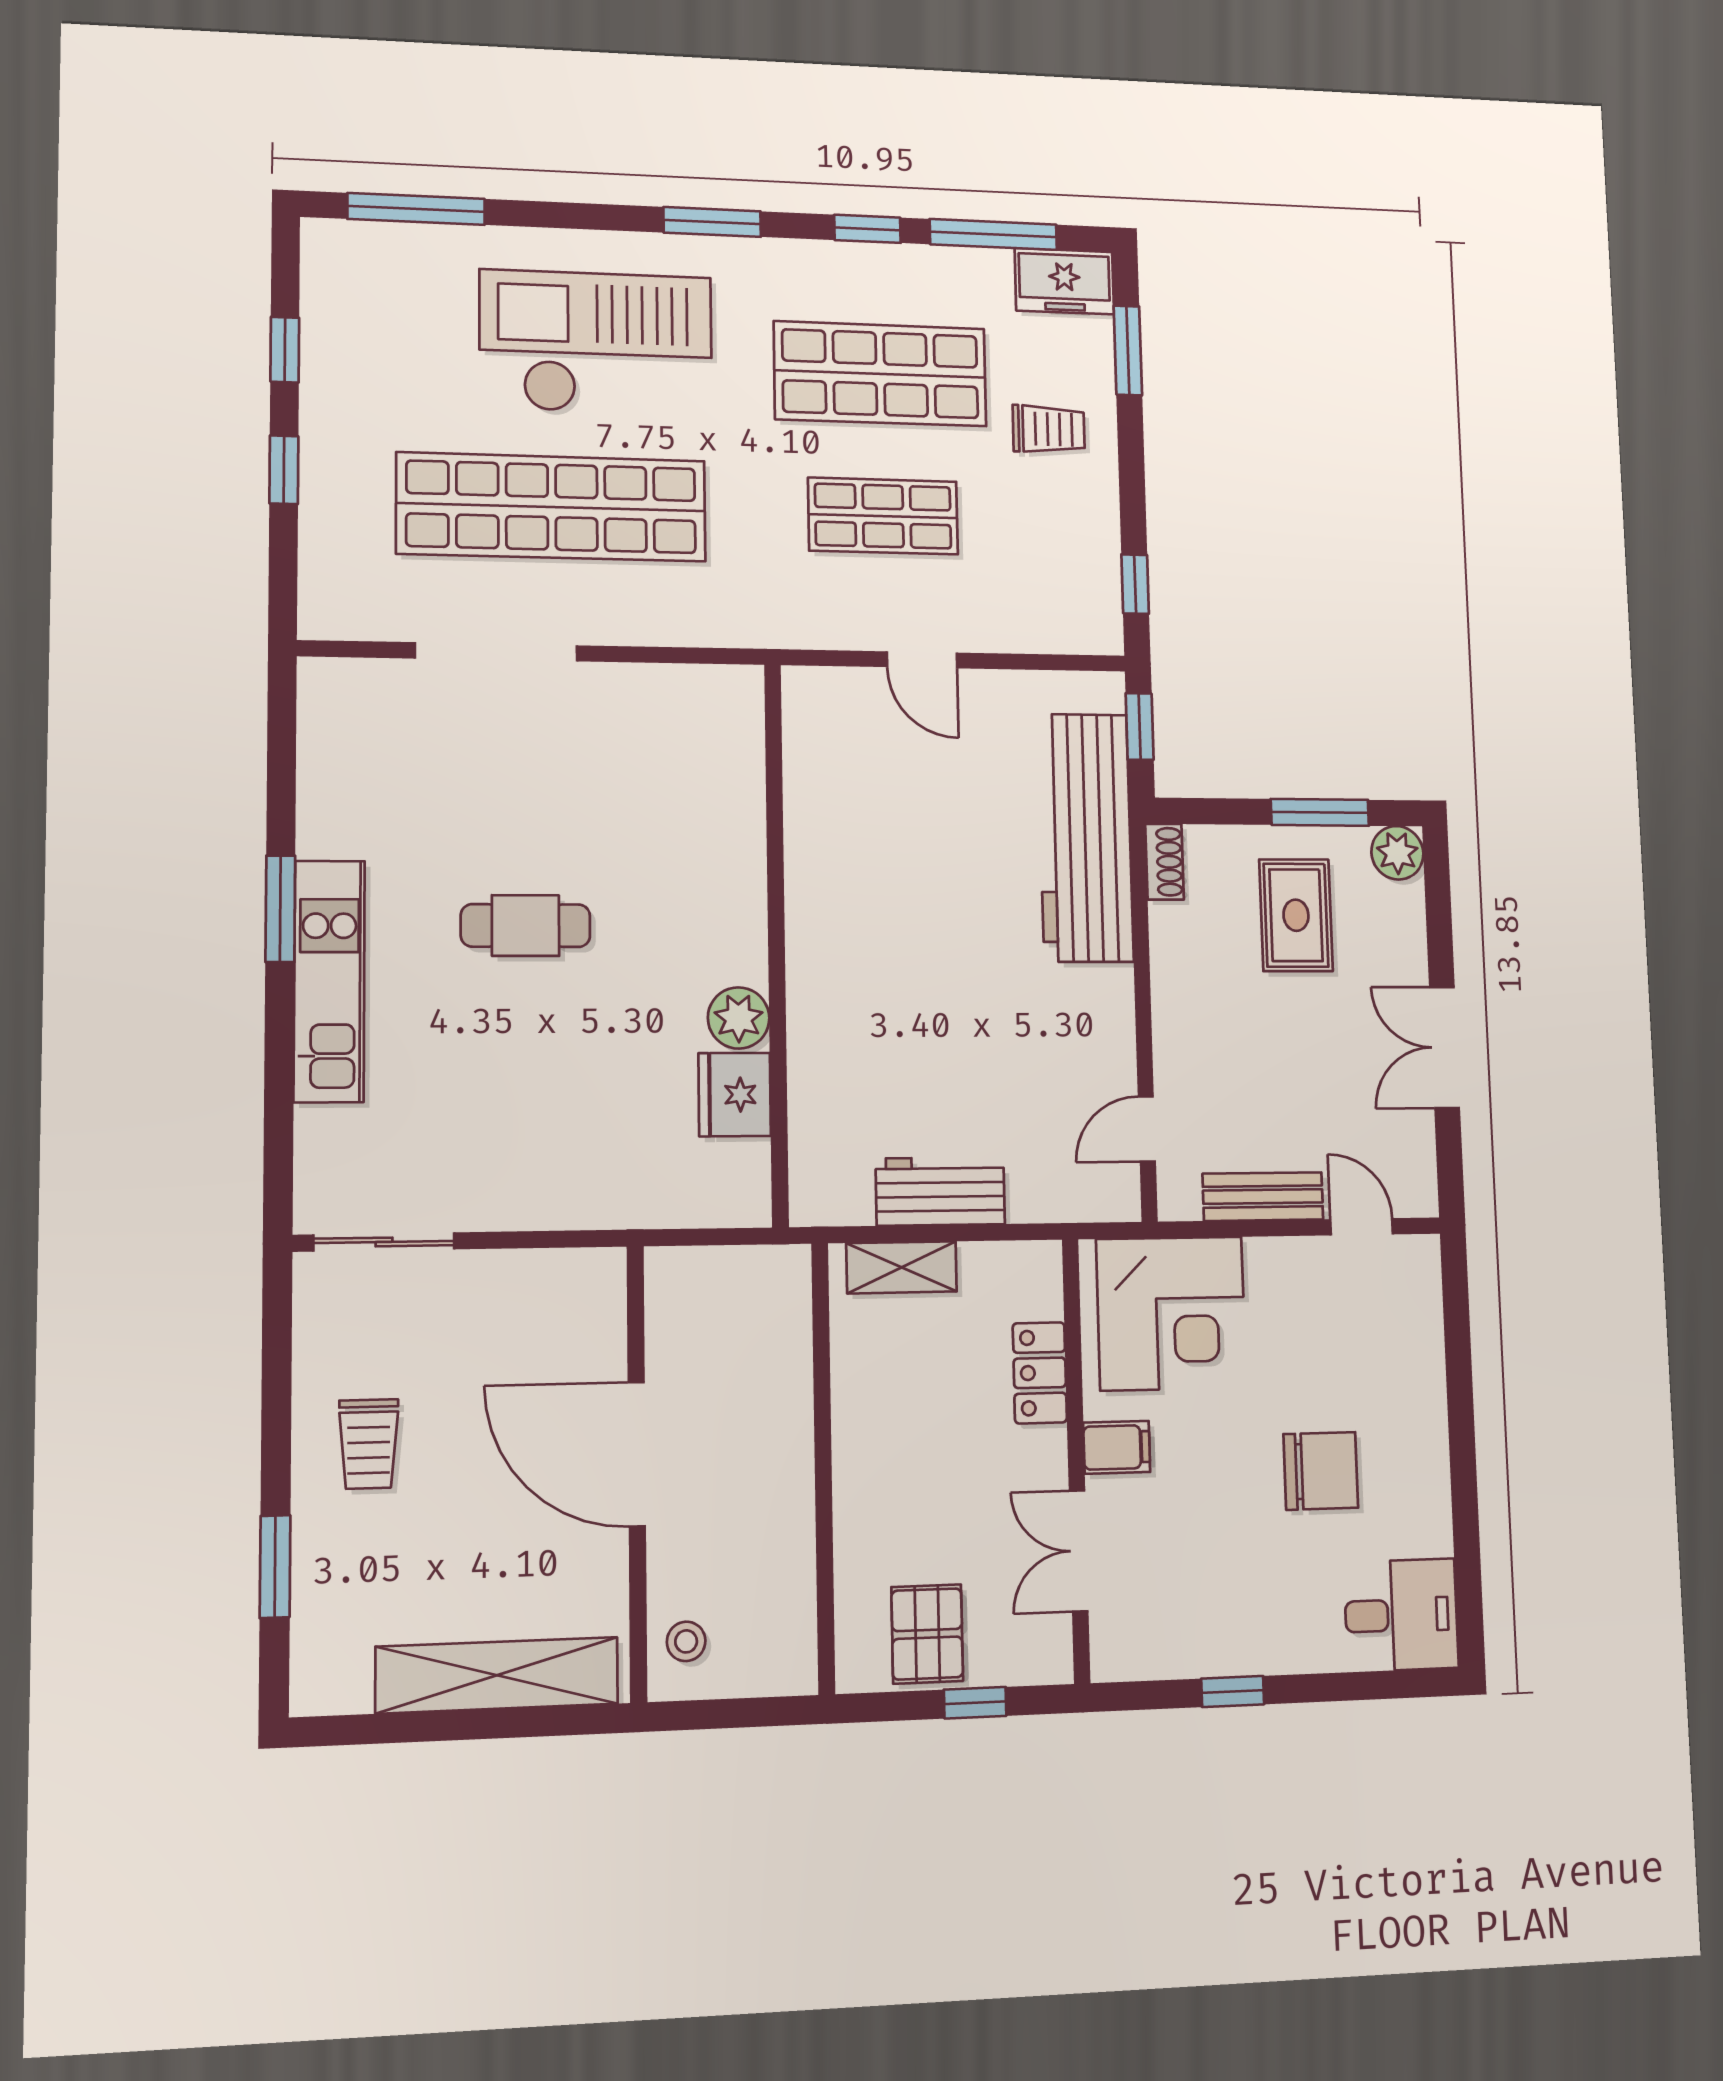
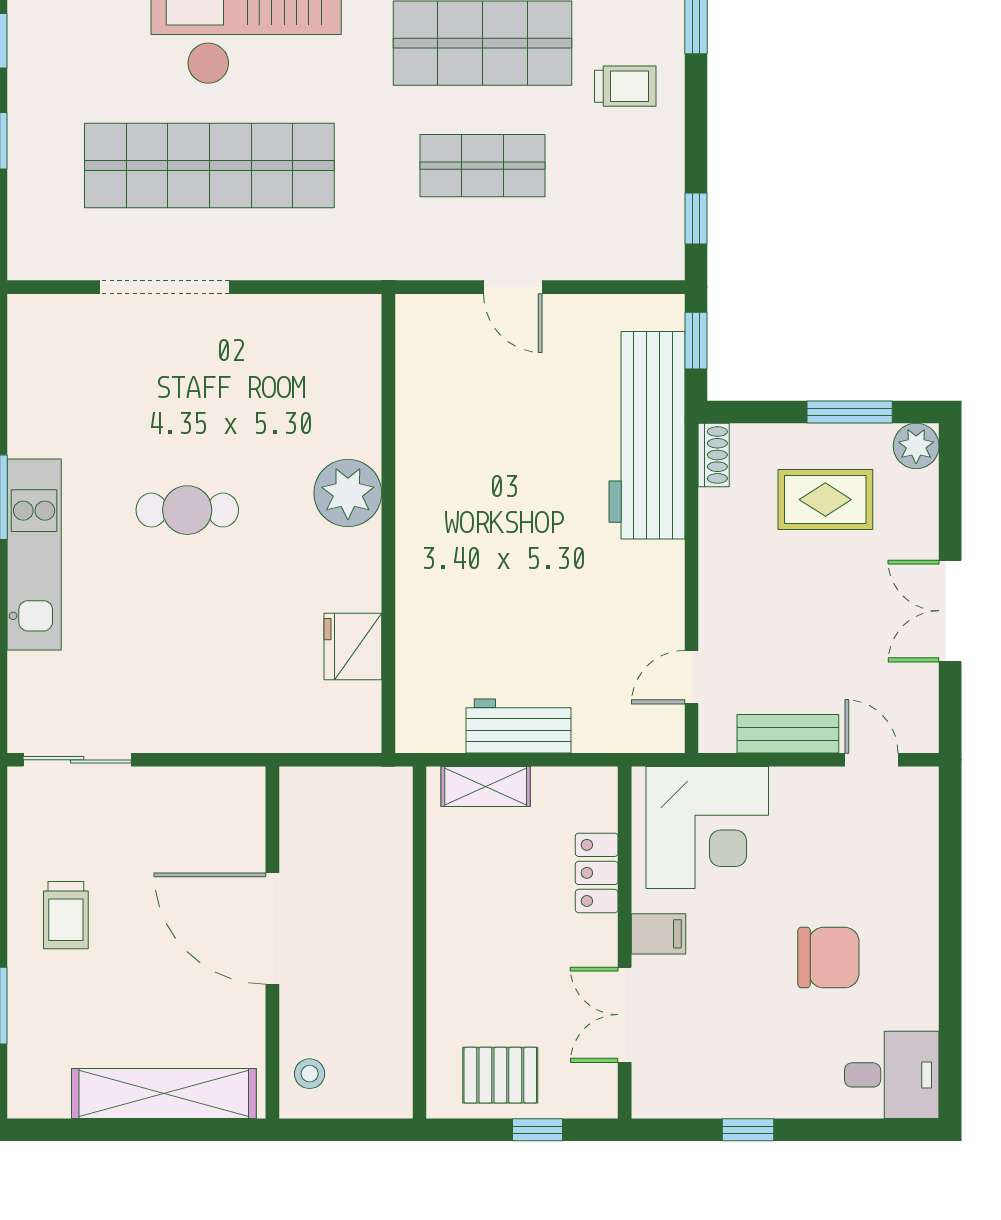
rug: (1296, 915) -> (825, 500), turned 90
plant: (739, 1018) -> (348, 493), moved, width x1.36, depth x1.36
pallet: (927, 1634) -> (500, 1075), turned 90

